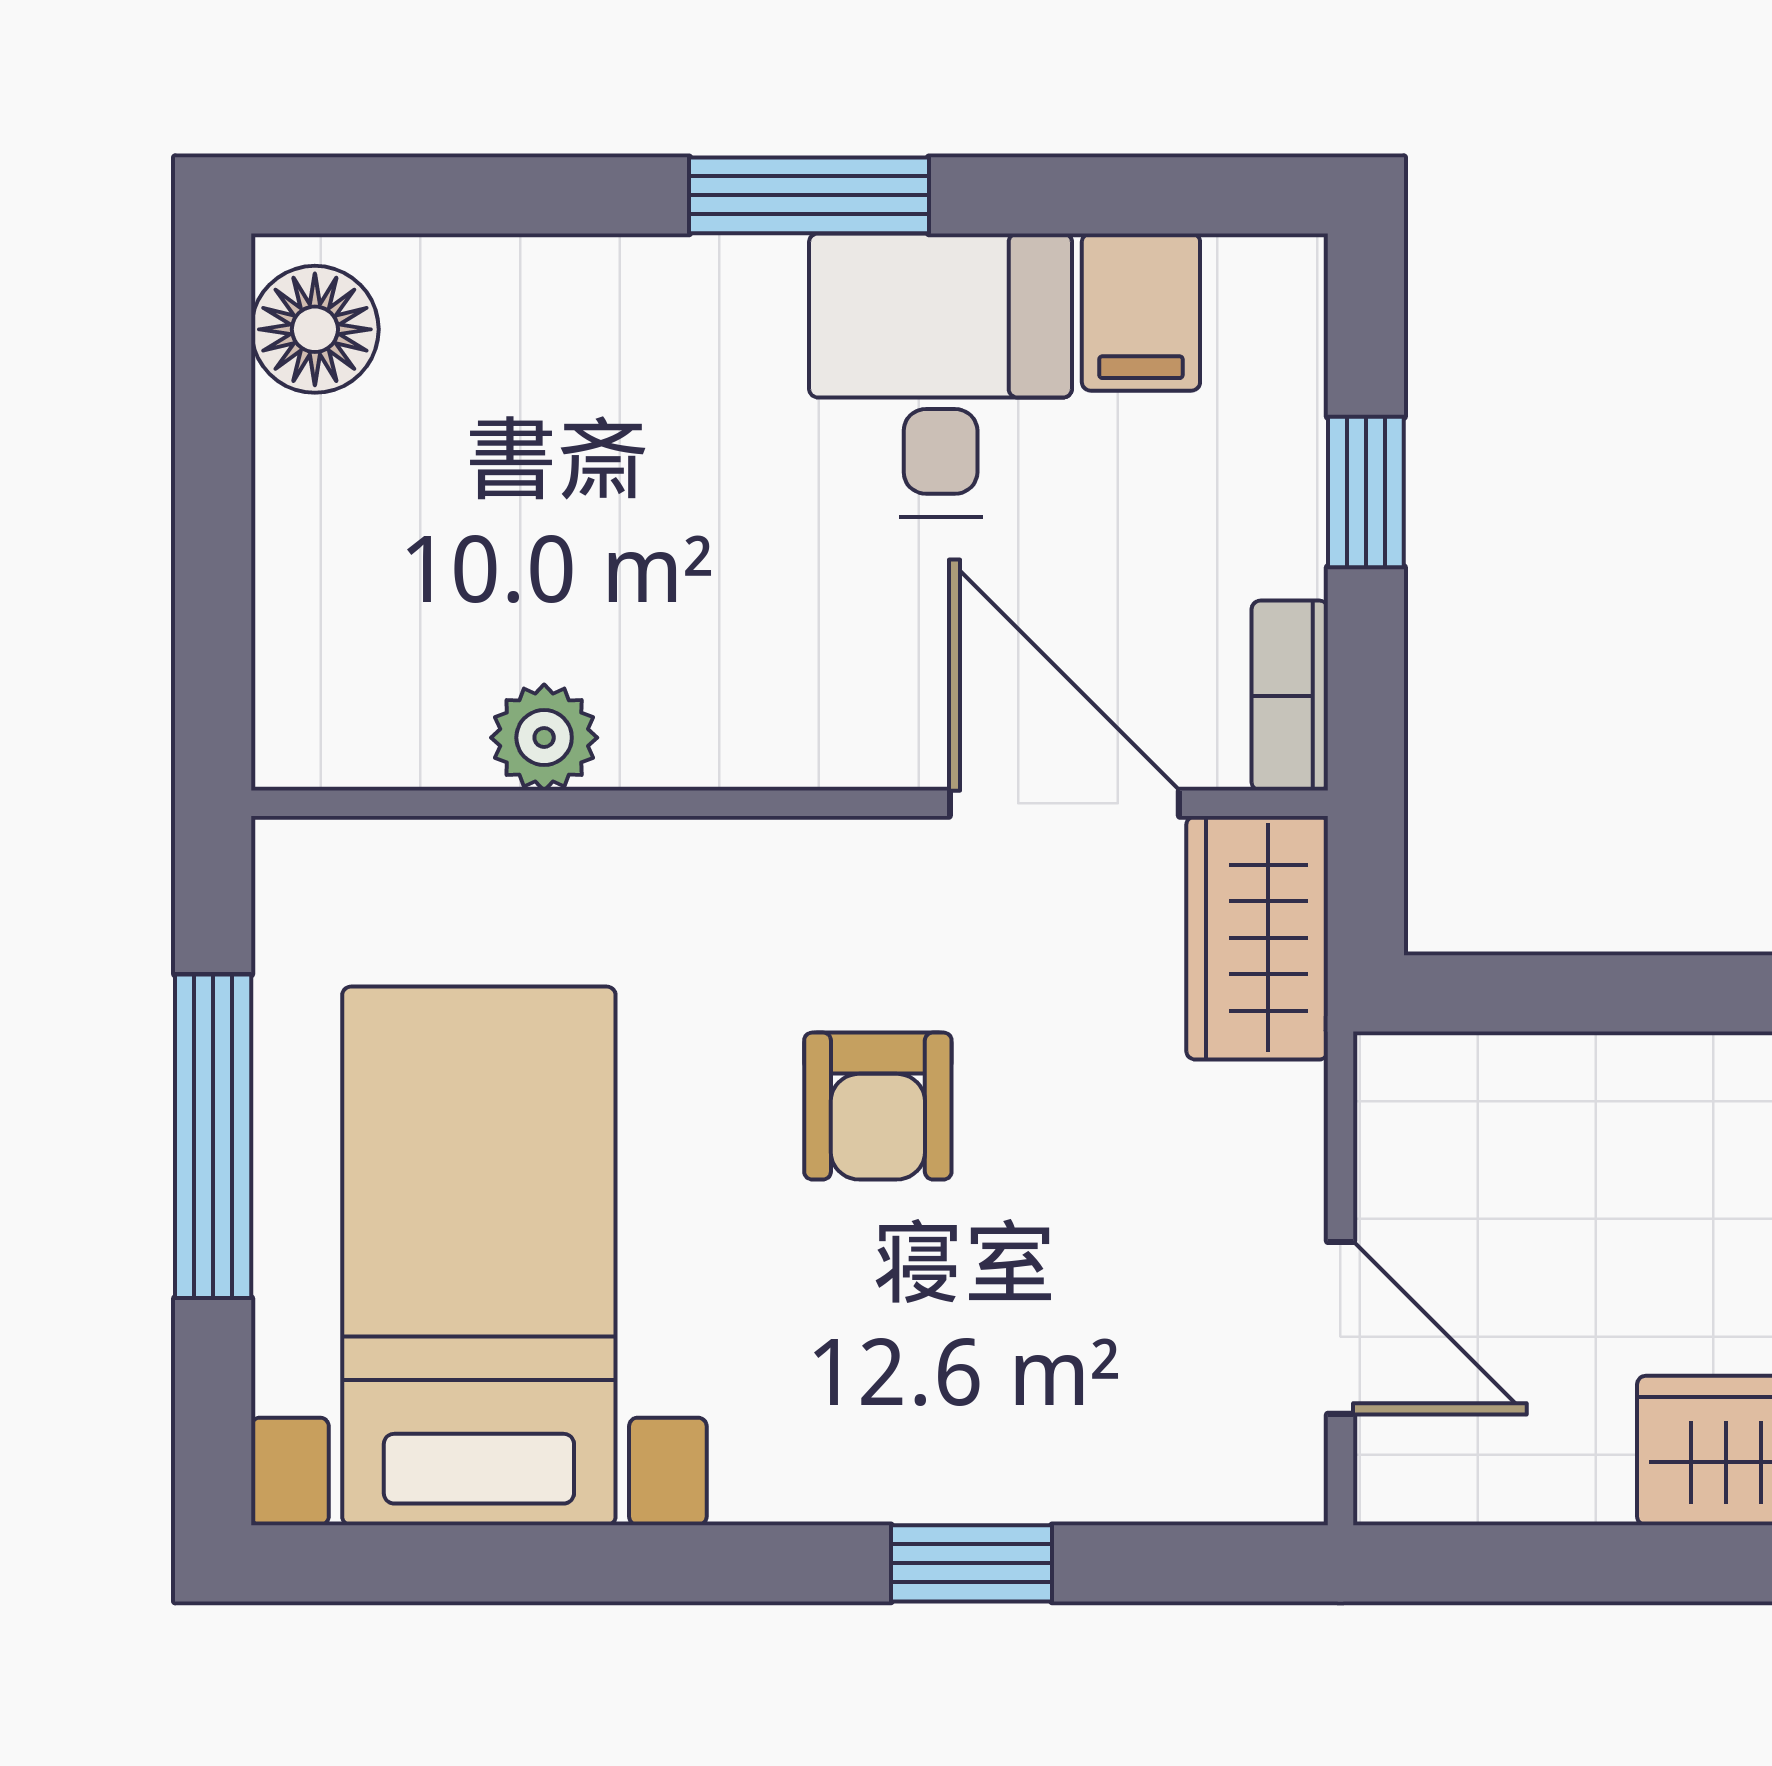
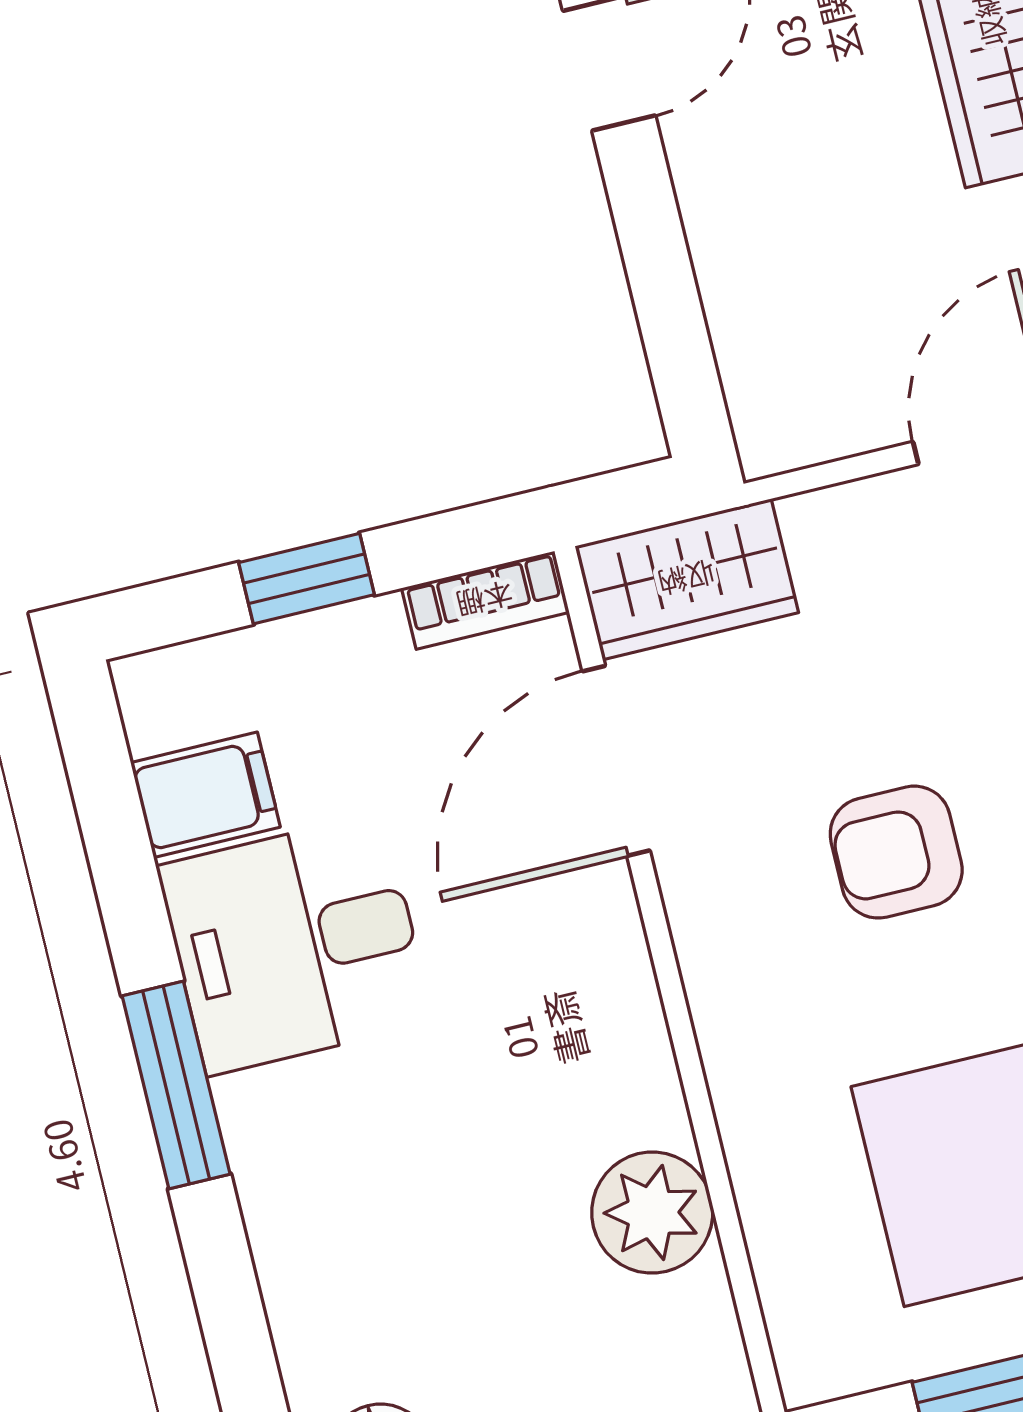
plant: (544, 738) -> (652, 1213), width x1.38, depth x1.38
armchair: (878, 1106) -> (896, 852), turned 180

